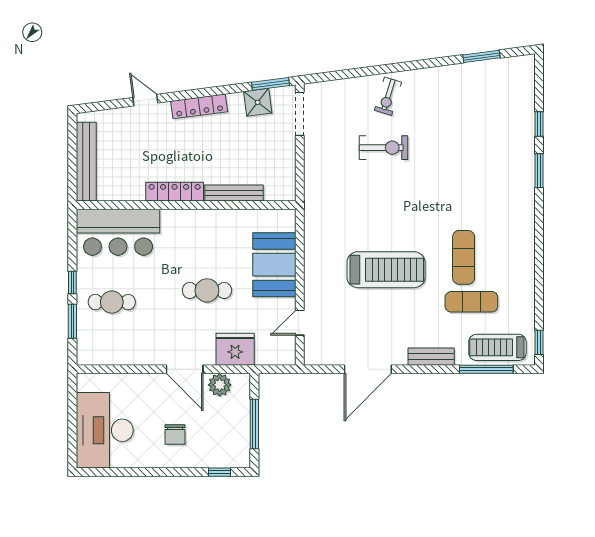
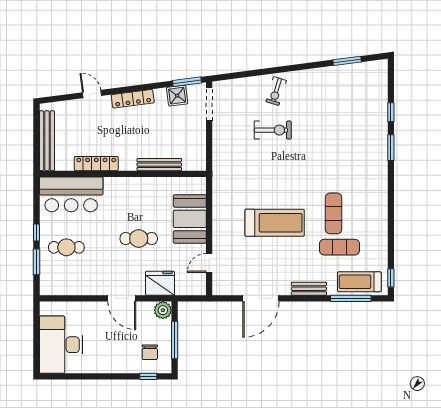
locker: (175, 192) -> (96, 164), moved
plant: (220, 385) -> (163, 310), moved
chair: (175, 434) -> (150, 352), moved

